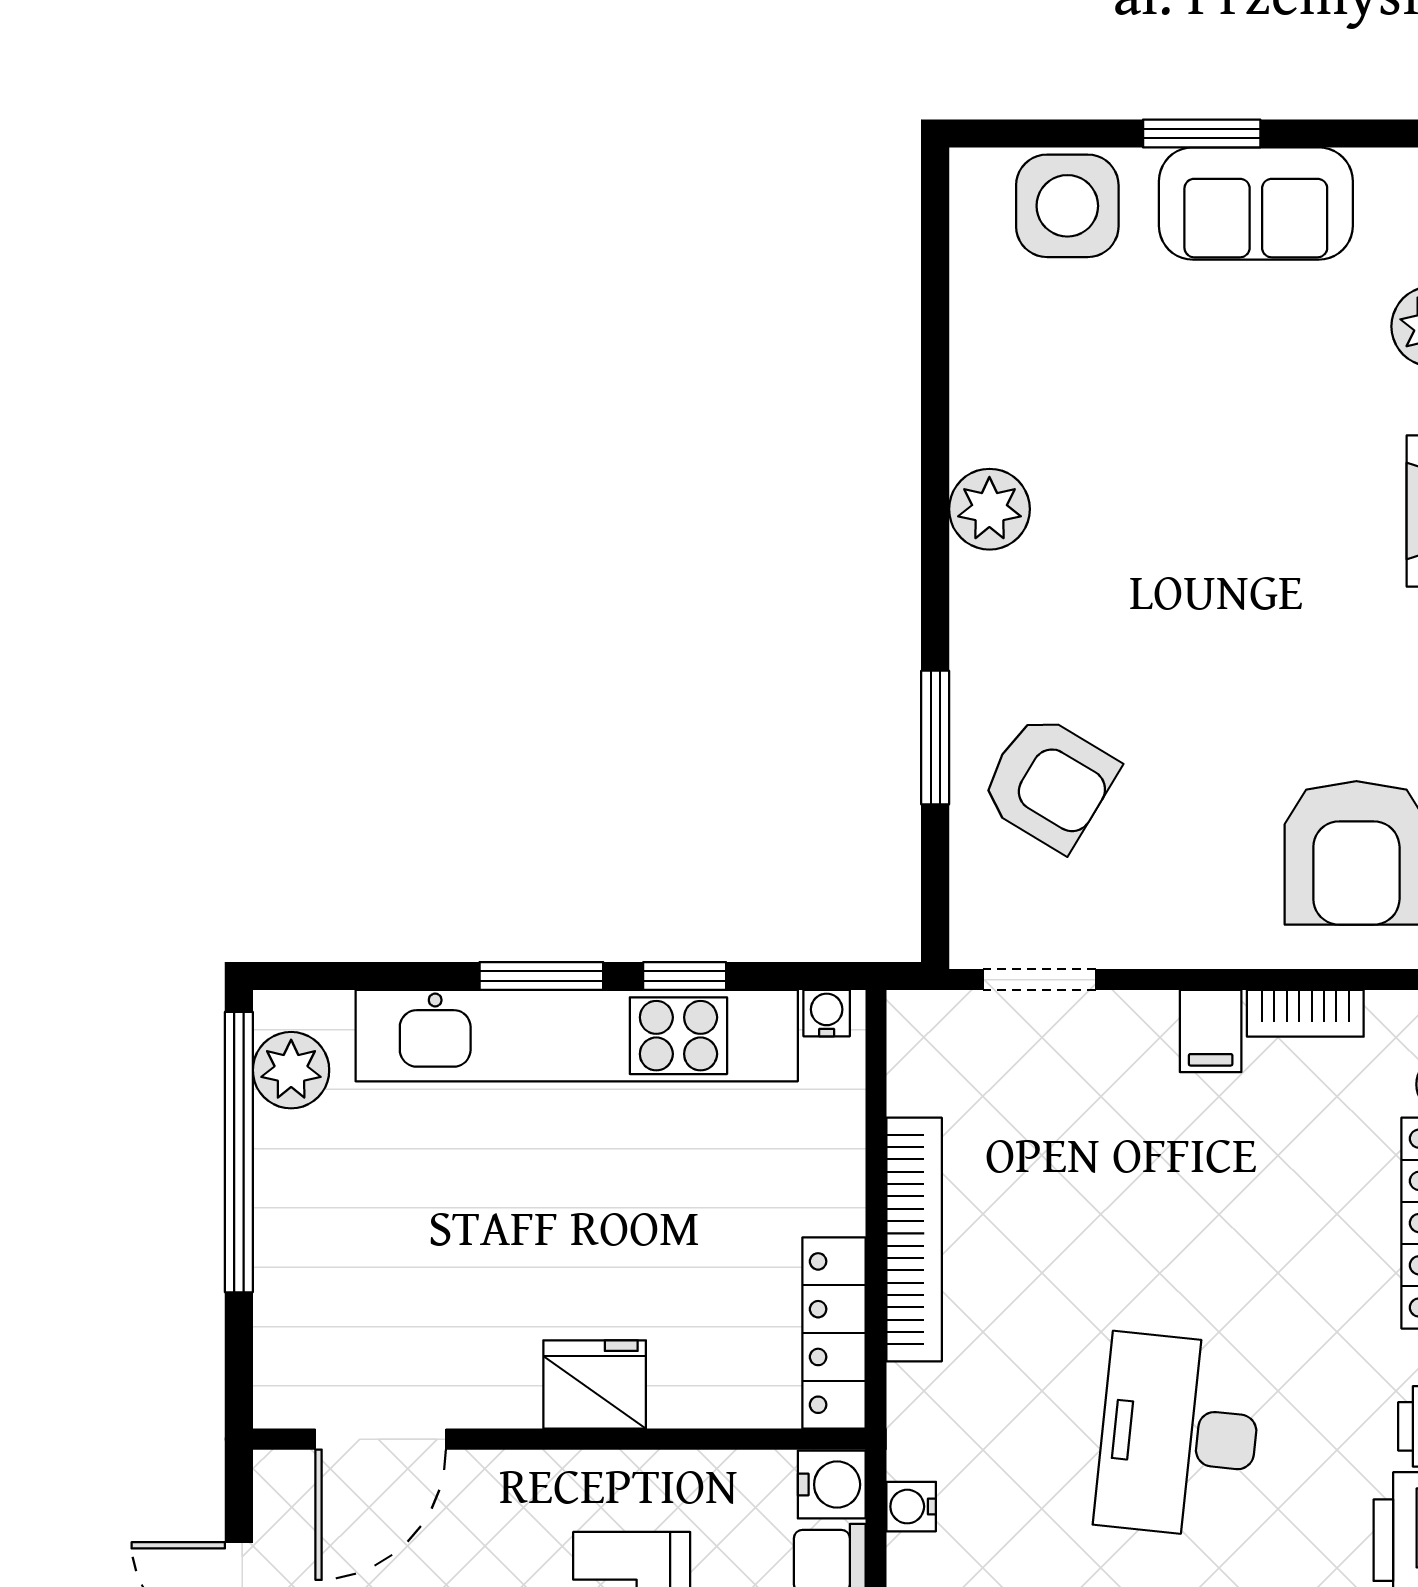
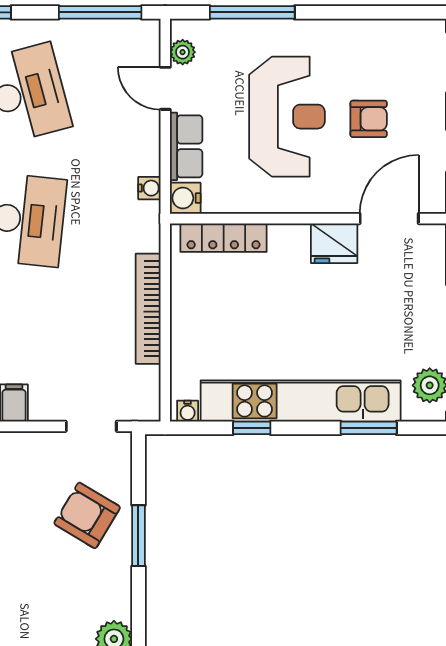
window: (541, 976) -> (369, 428), moved
locker: (834, 1333) -> (224, 238), moved, turned 90
fridge: (595, 1384) -> (334, 243), moved

